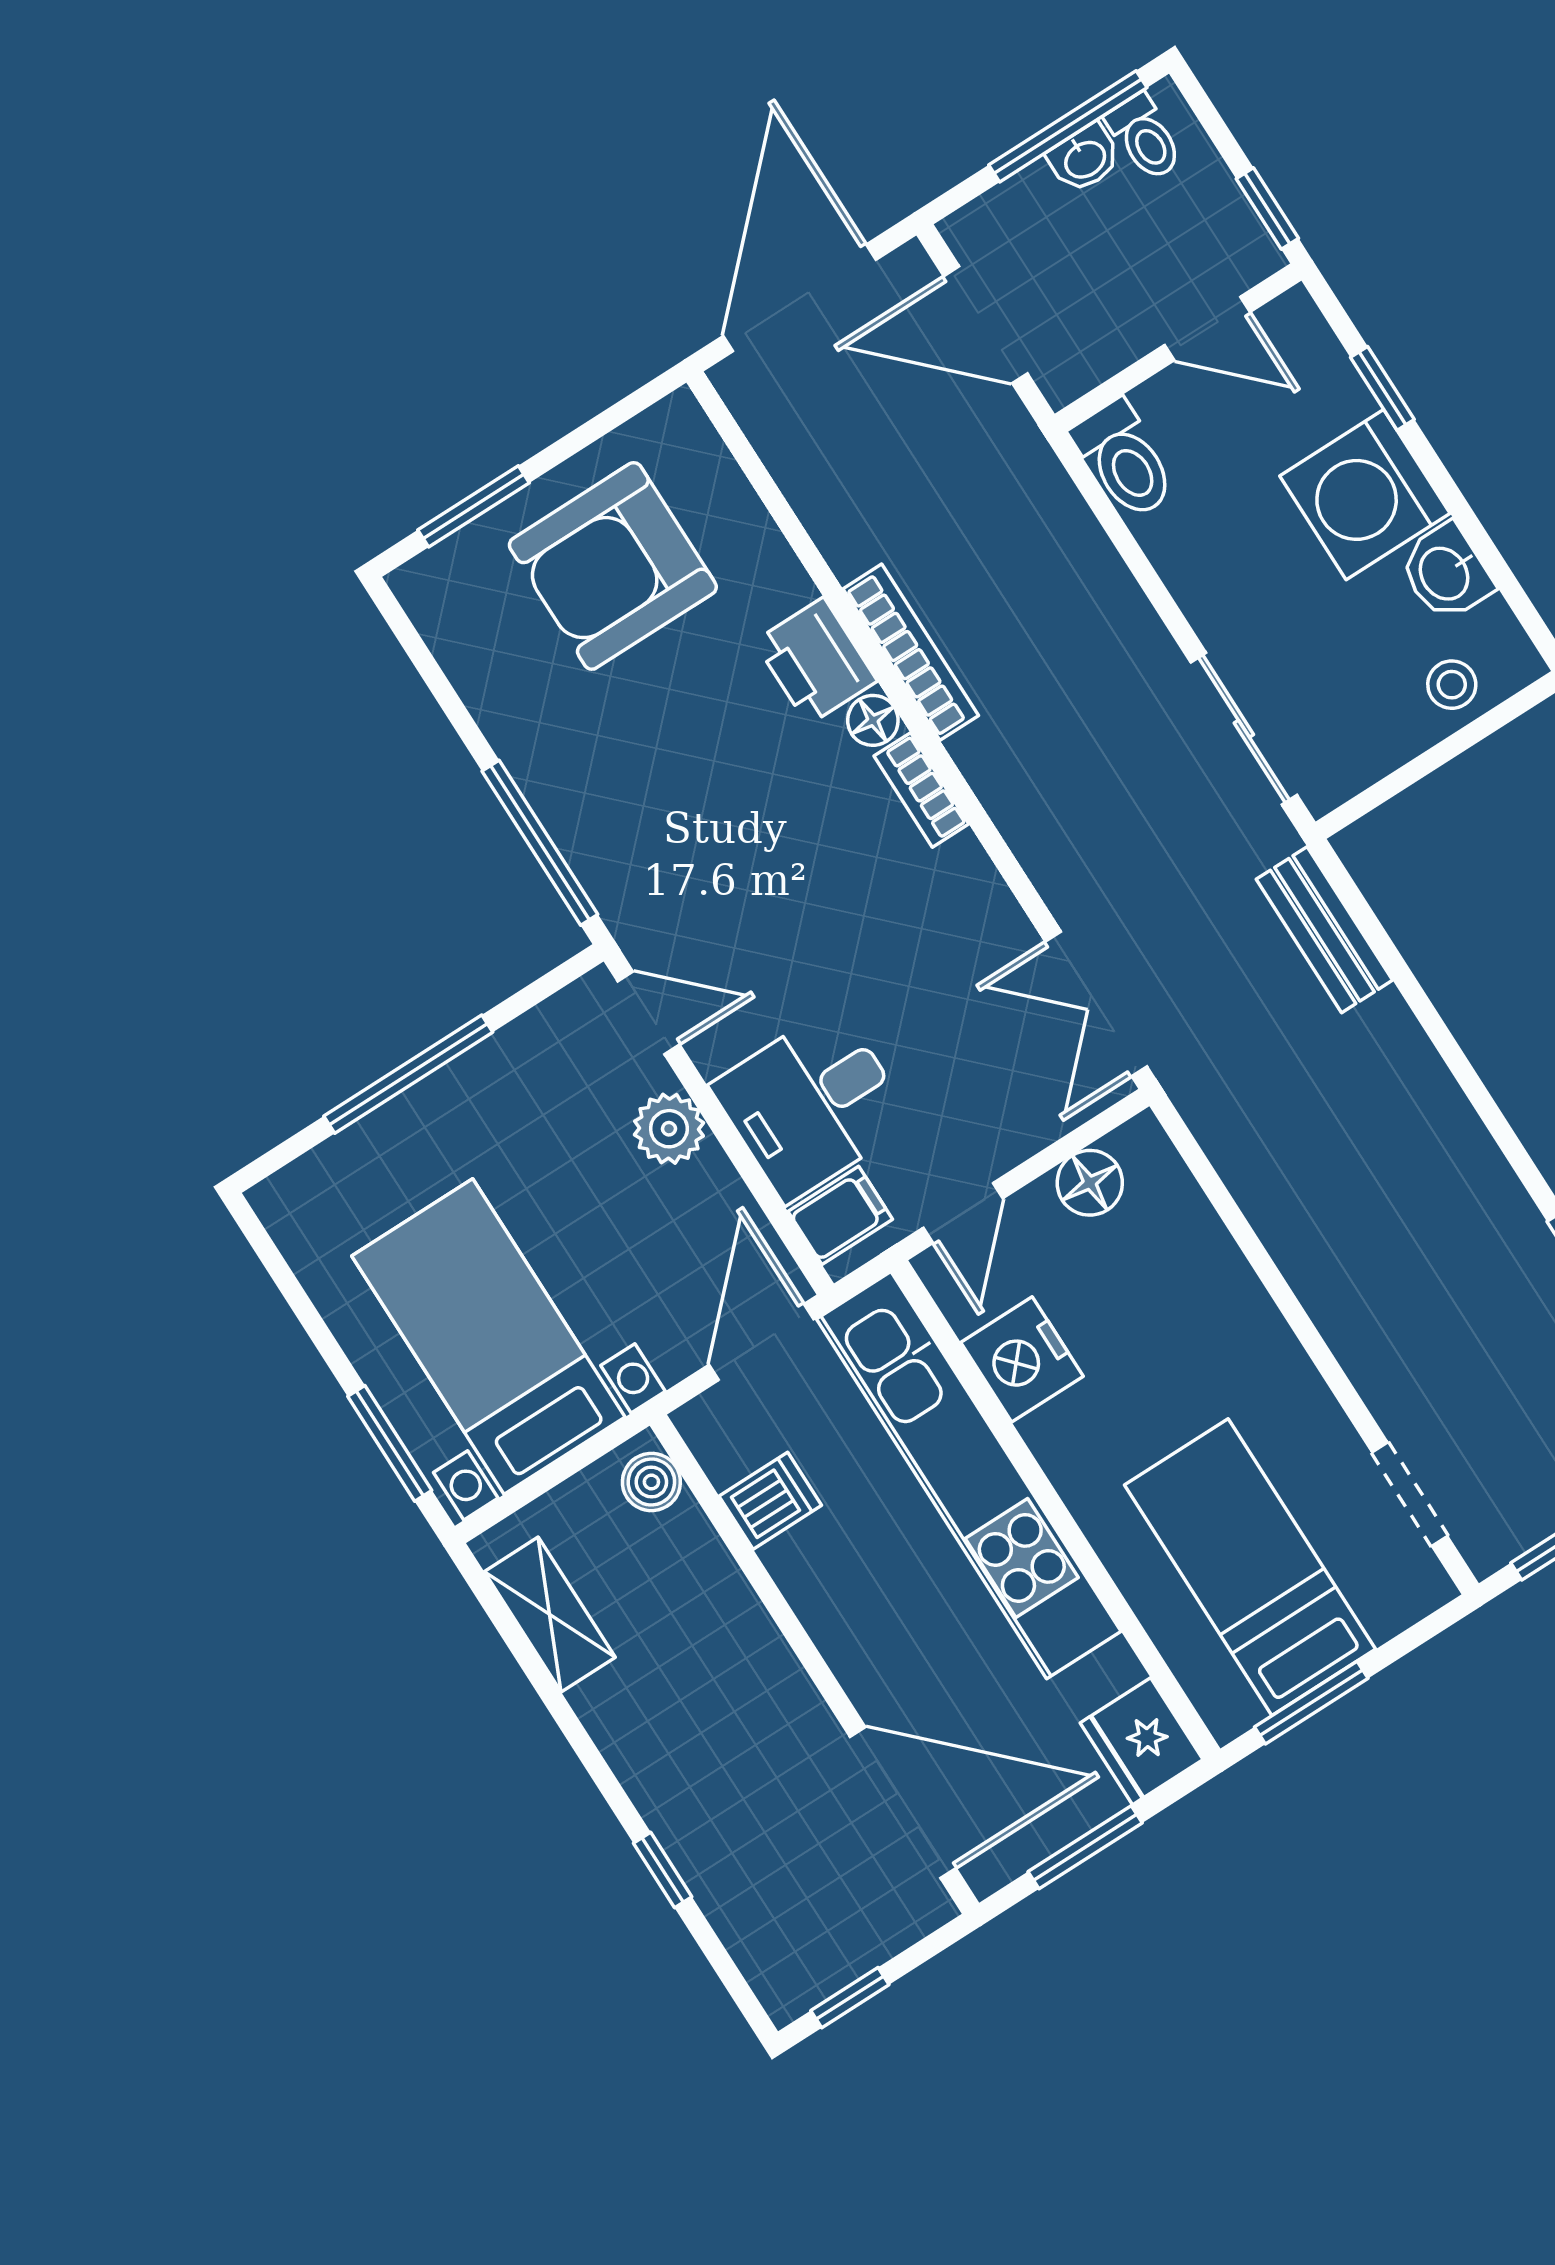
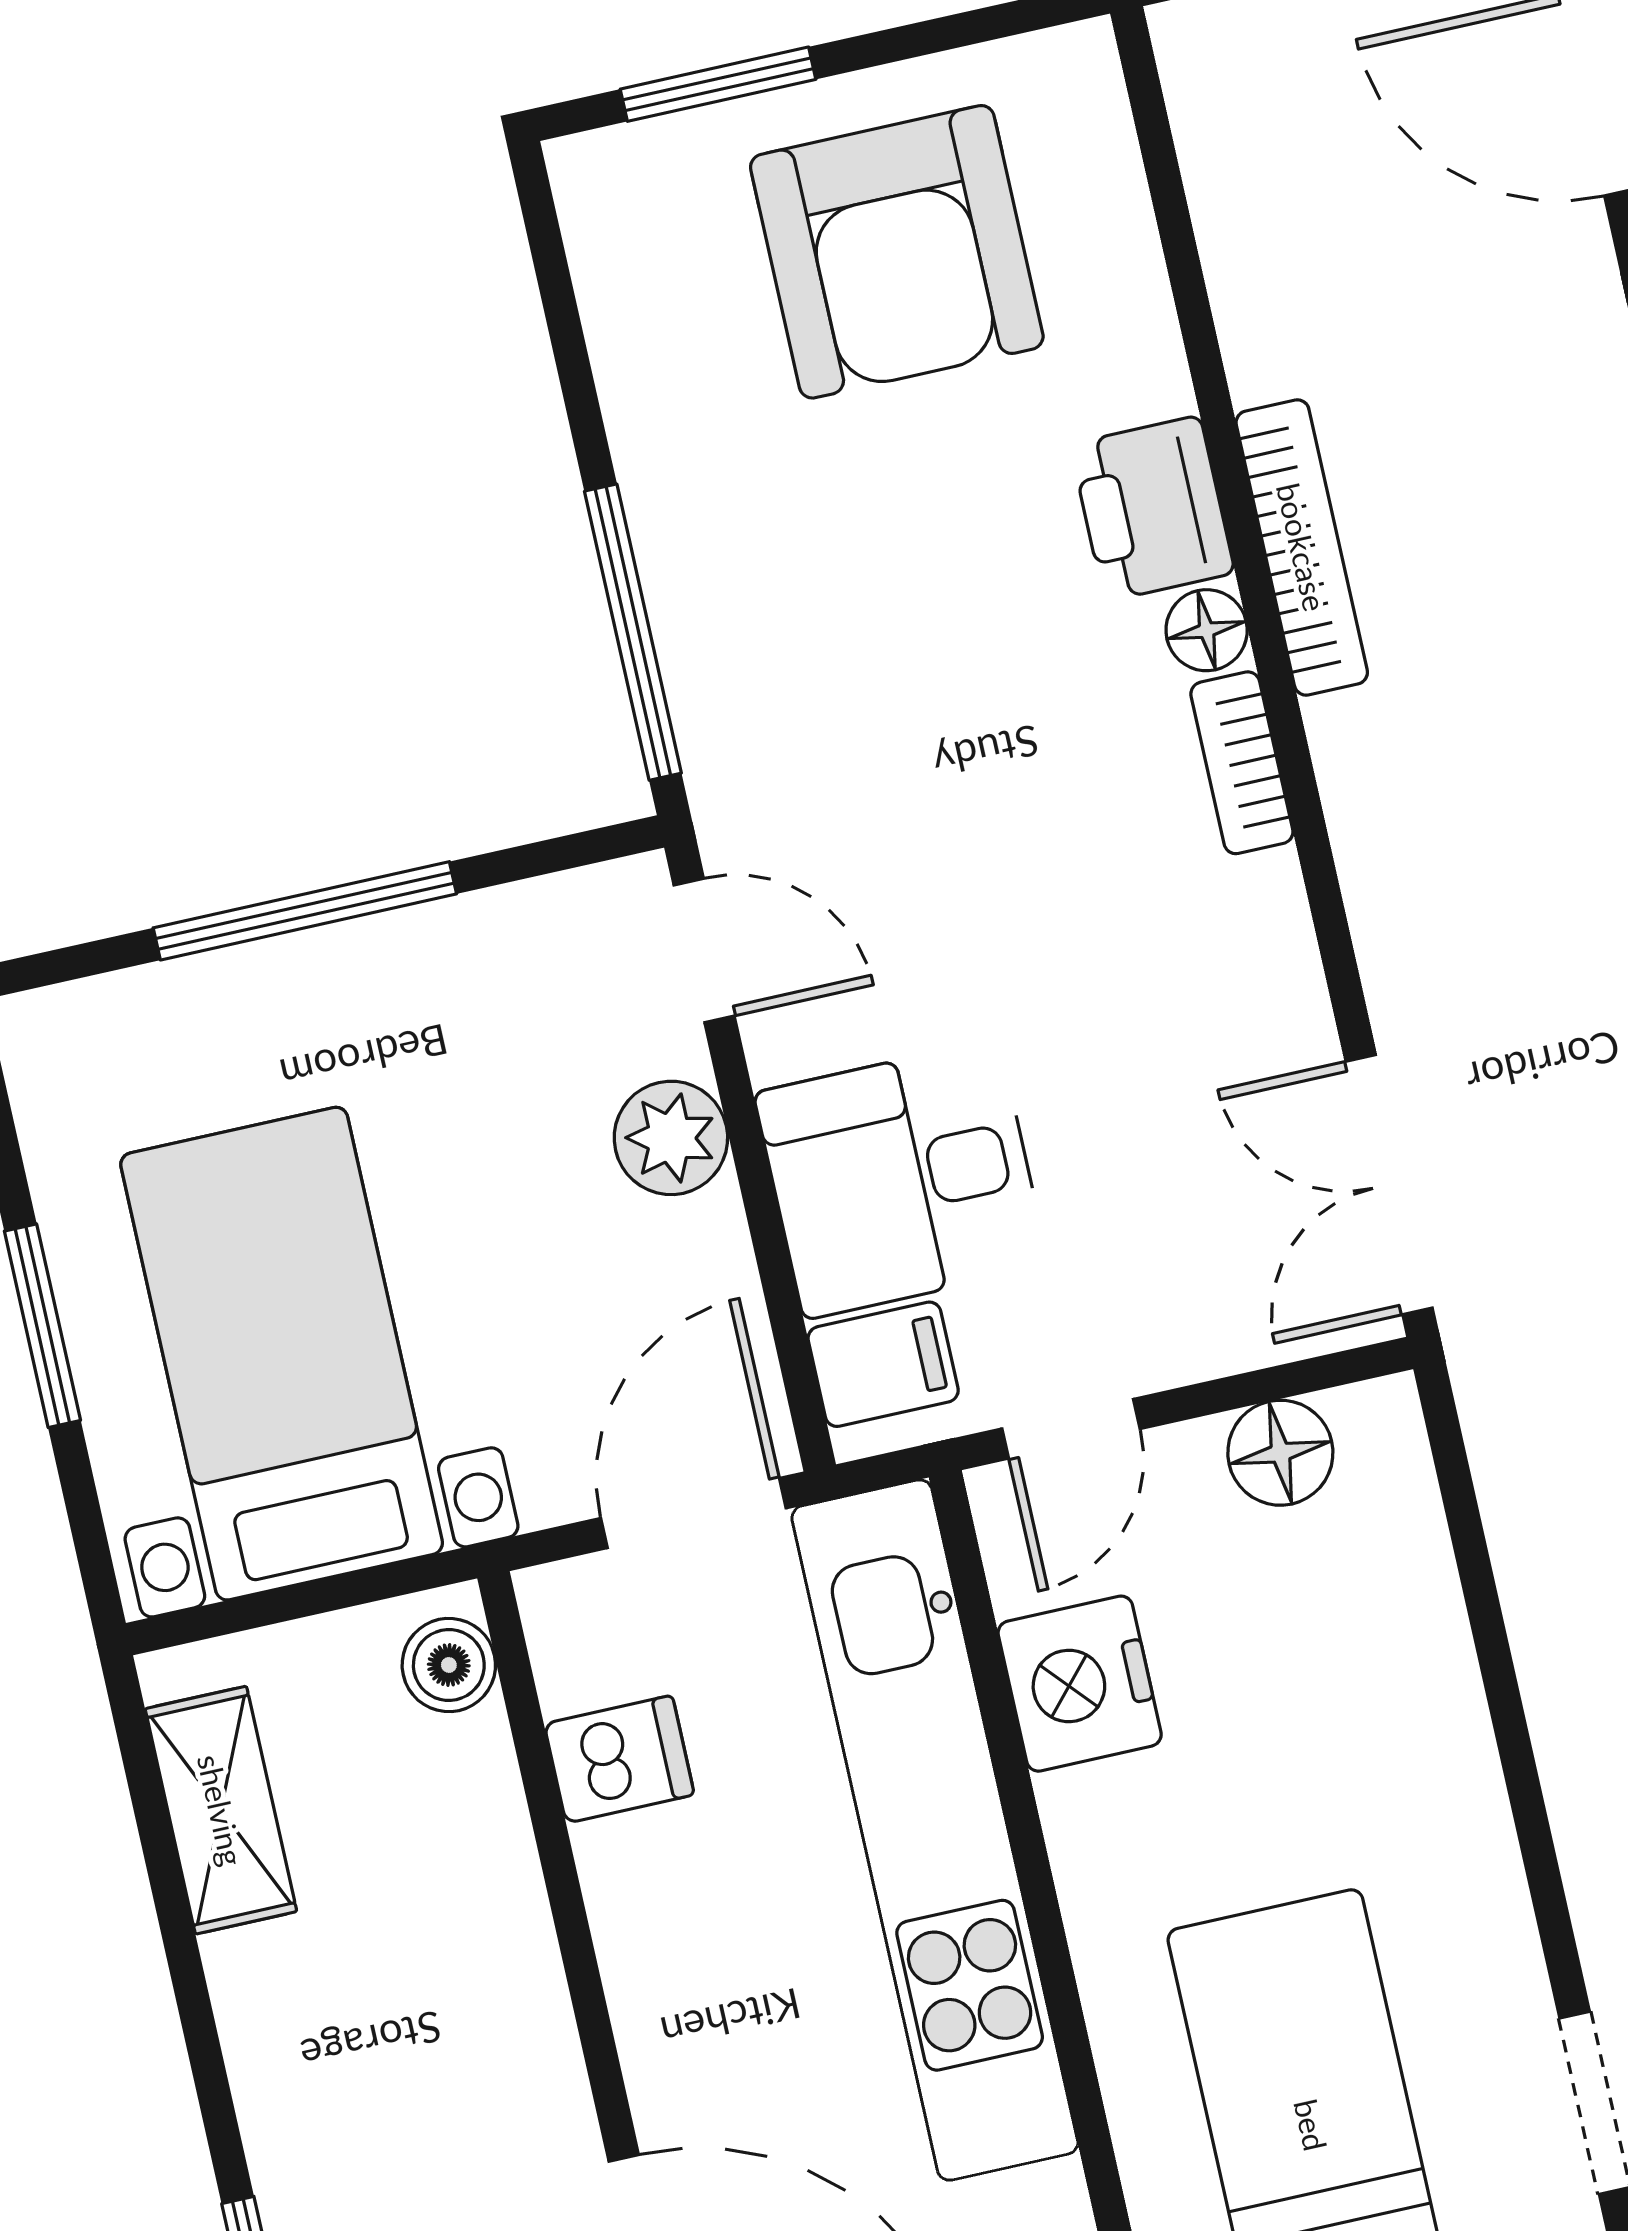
armchair: (613, 566) -> (897, 252), turned -90
window: (390, 1443) -> (42, 1326), moved

